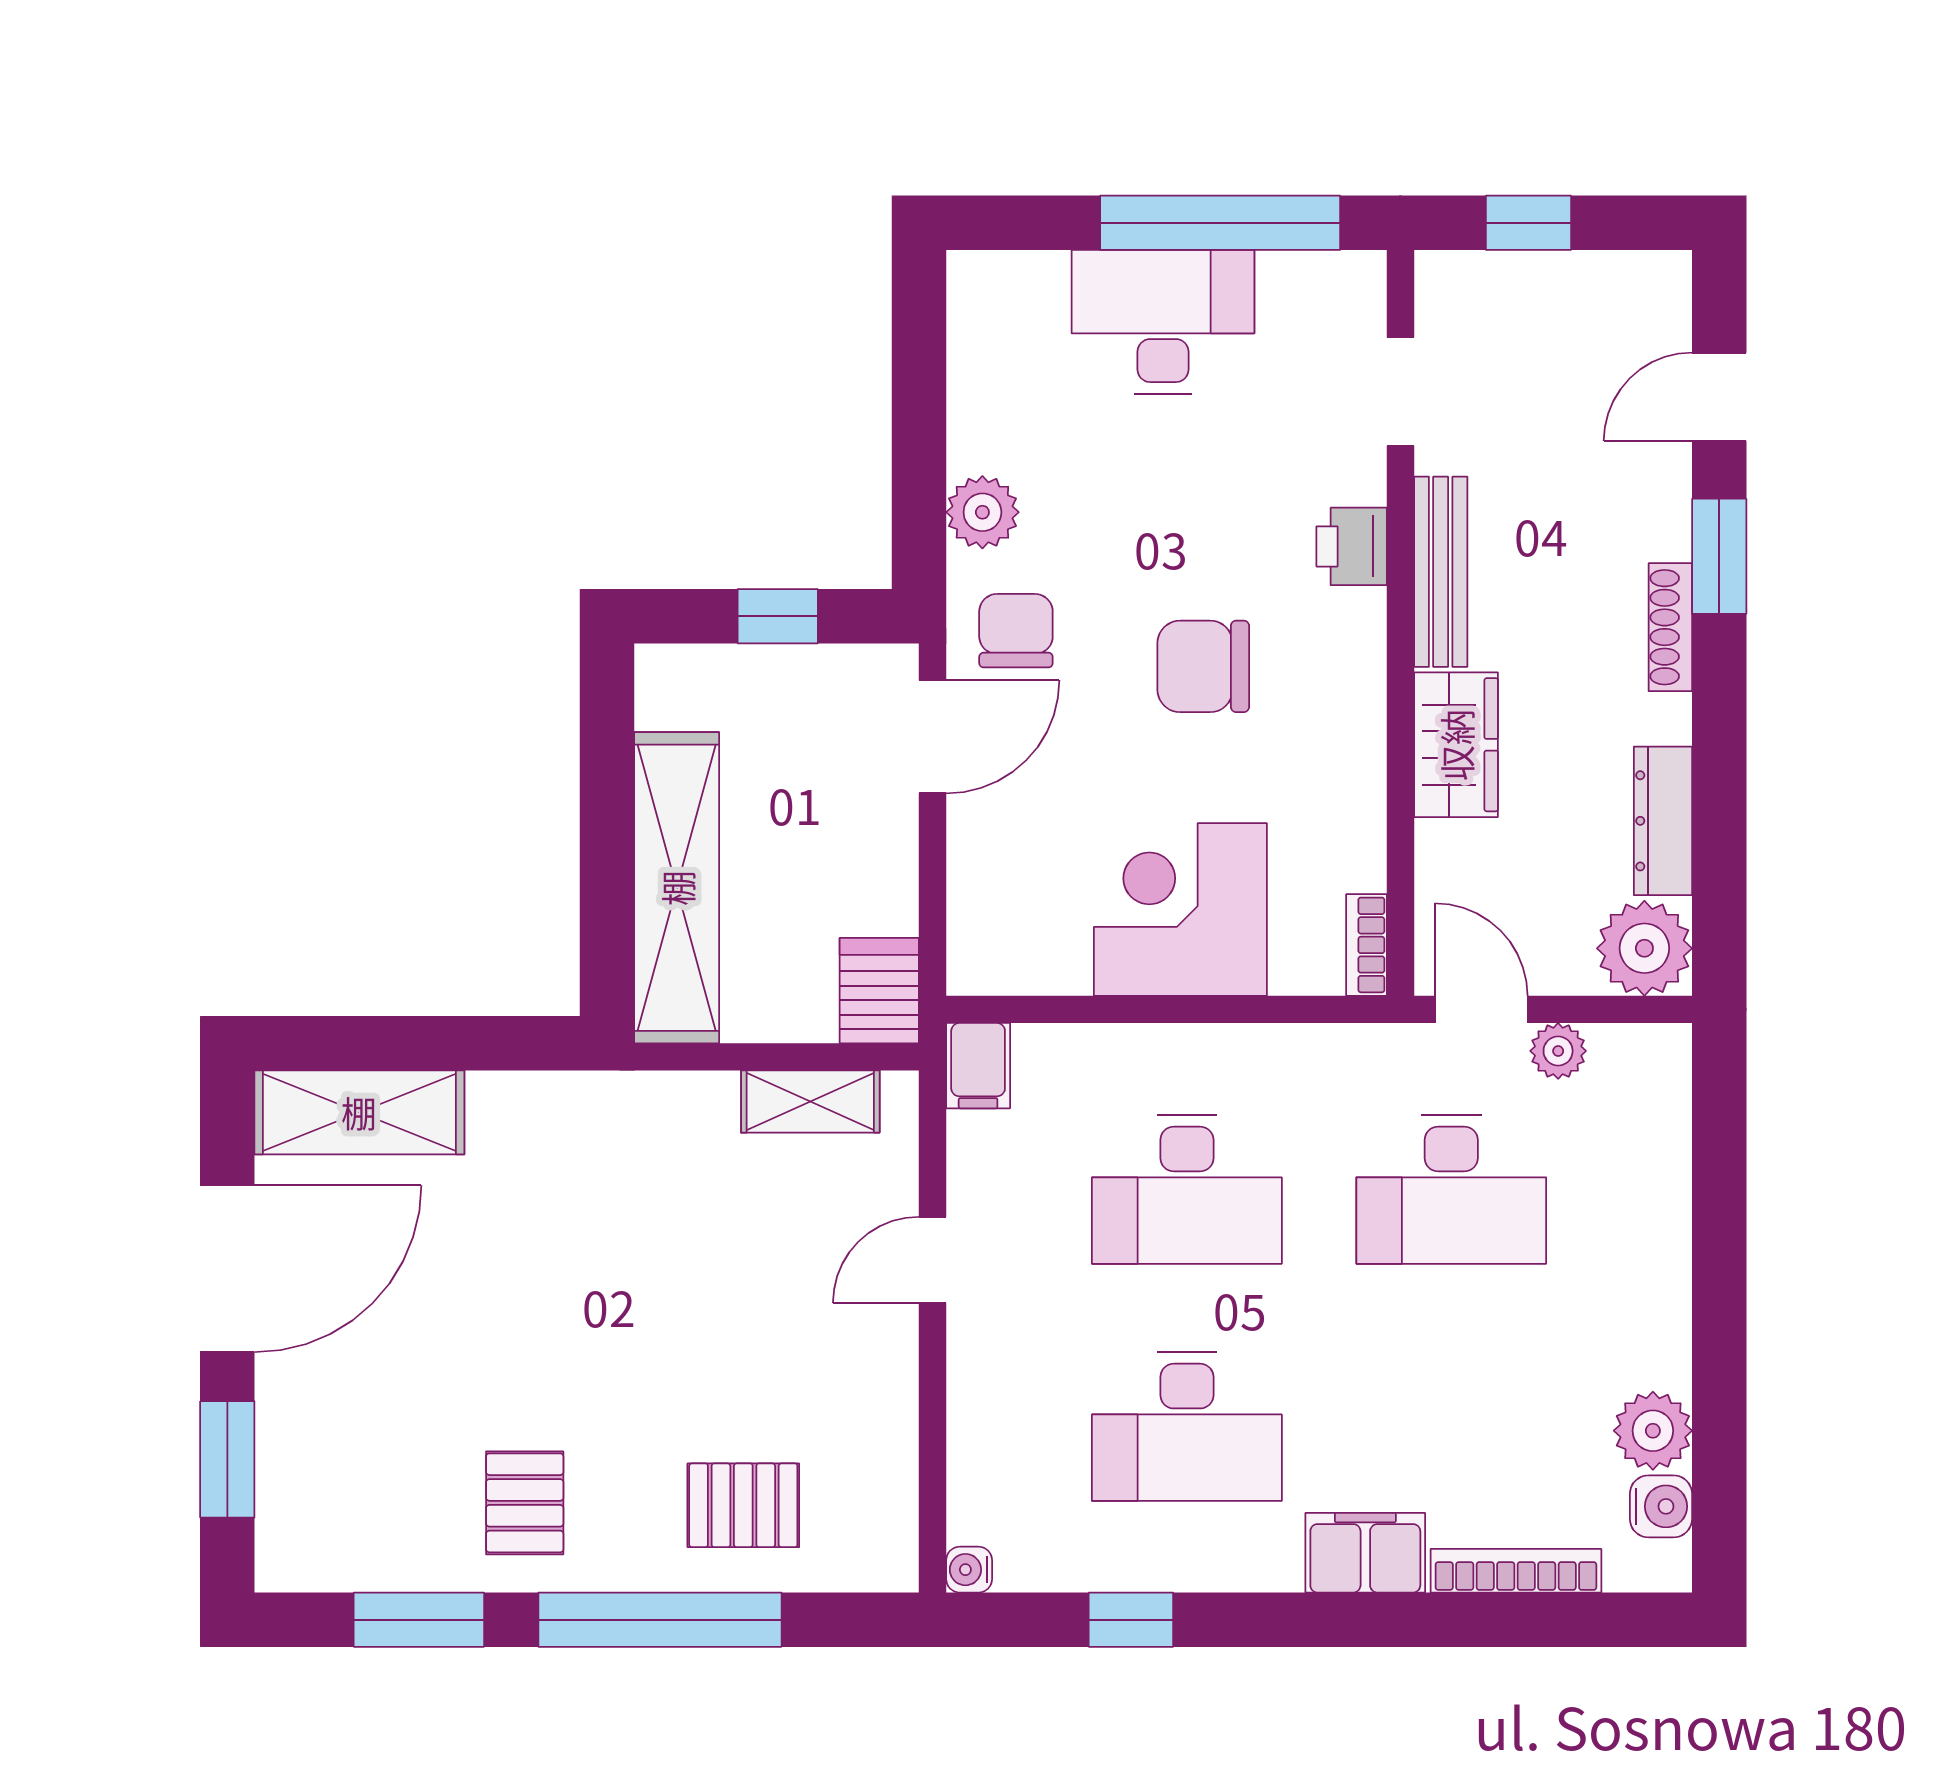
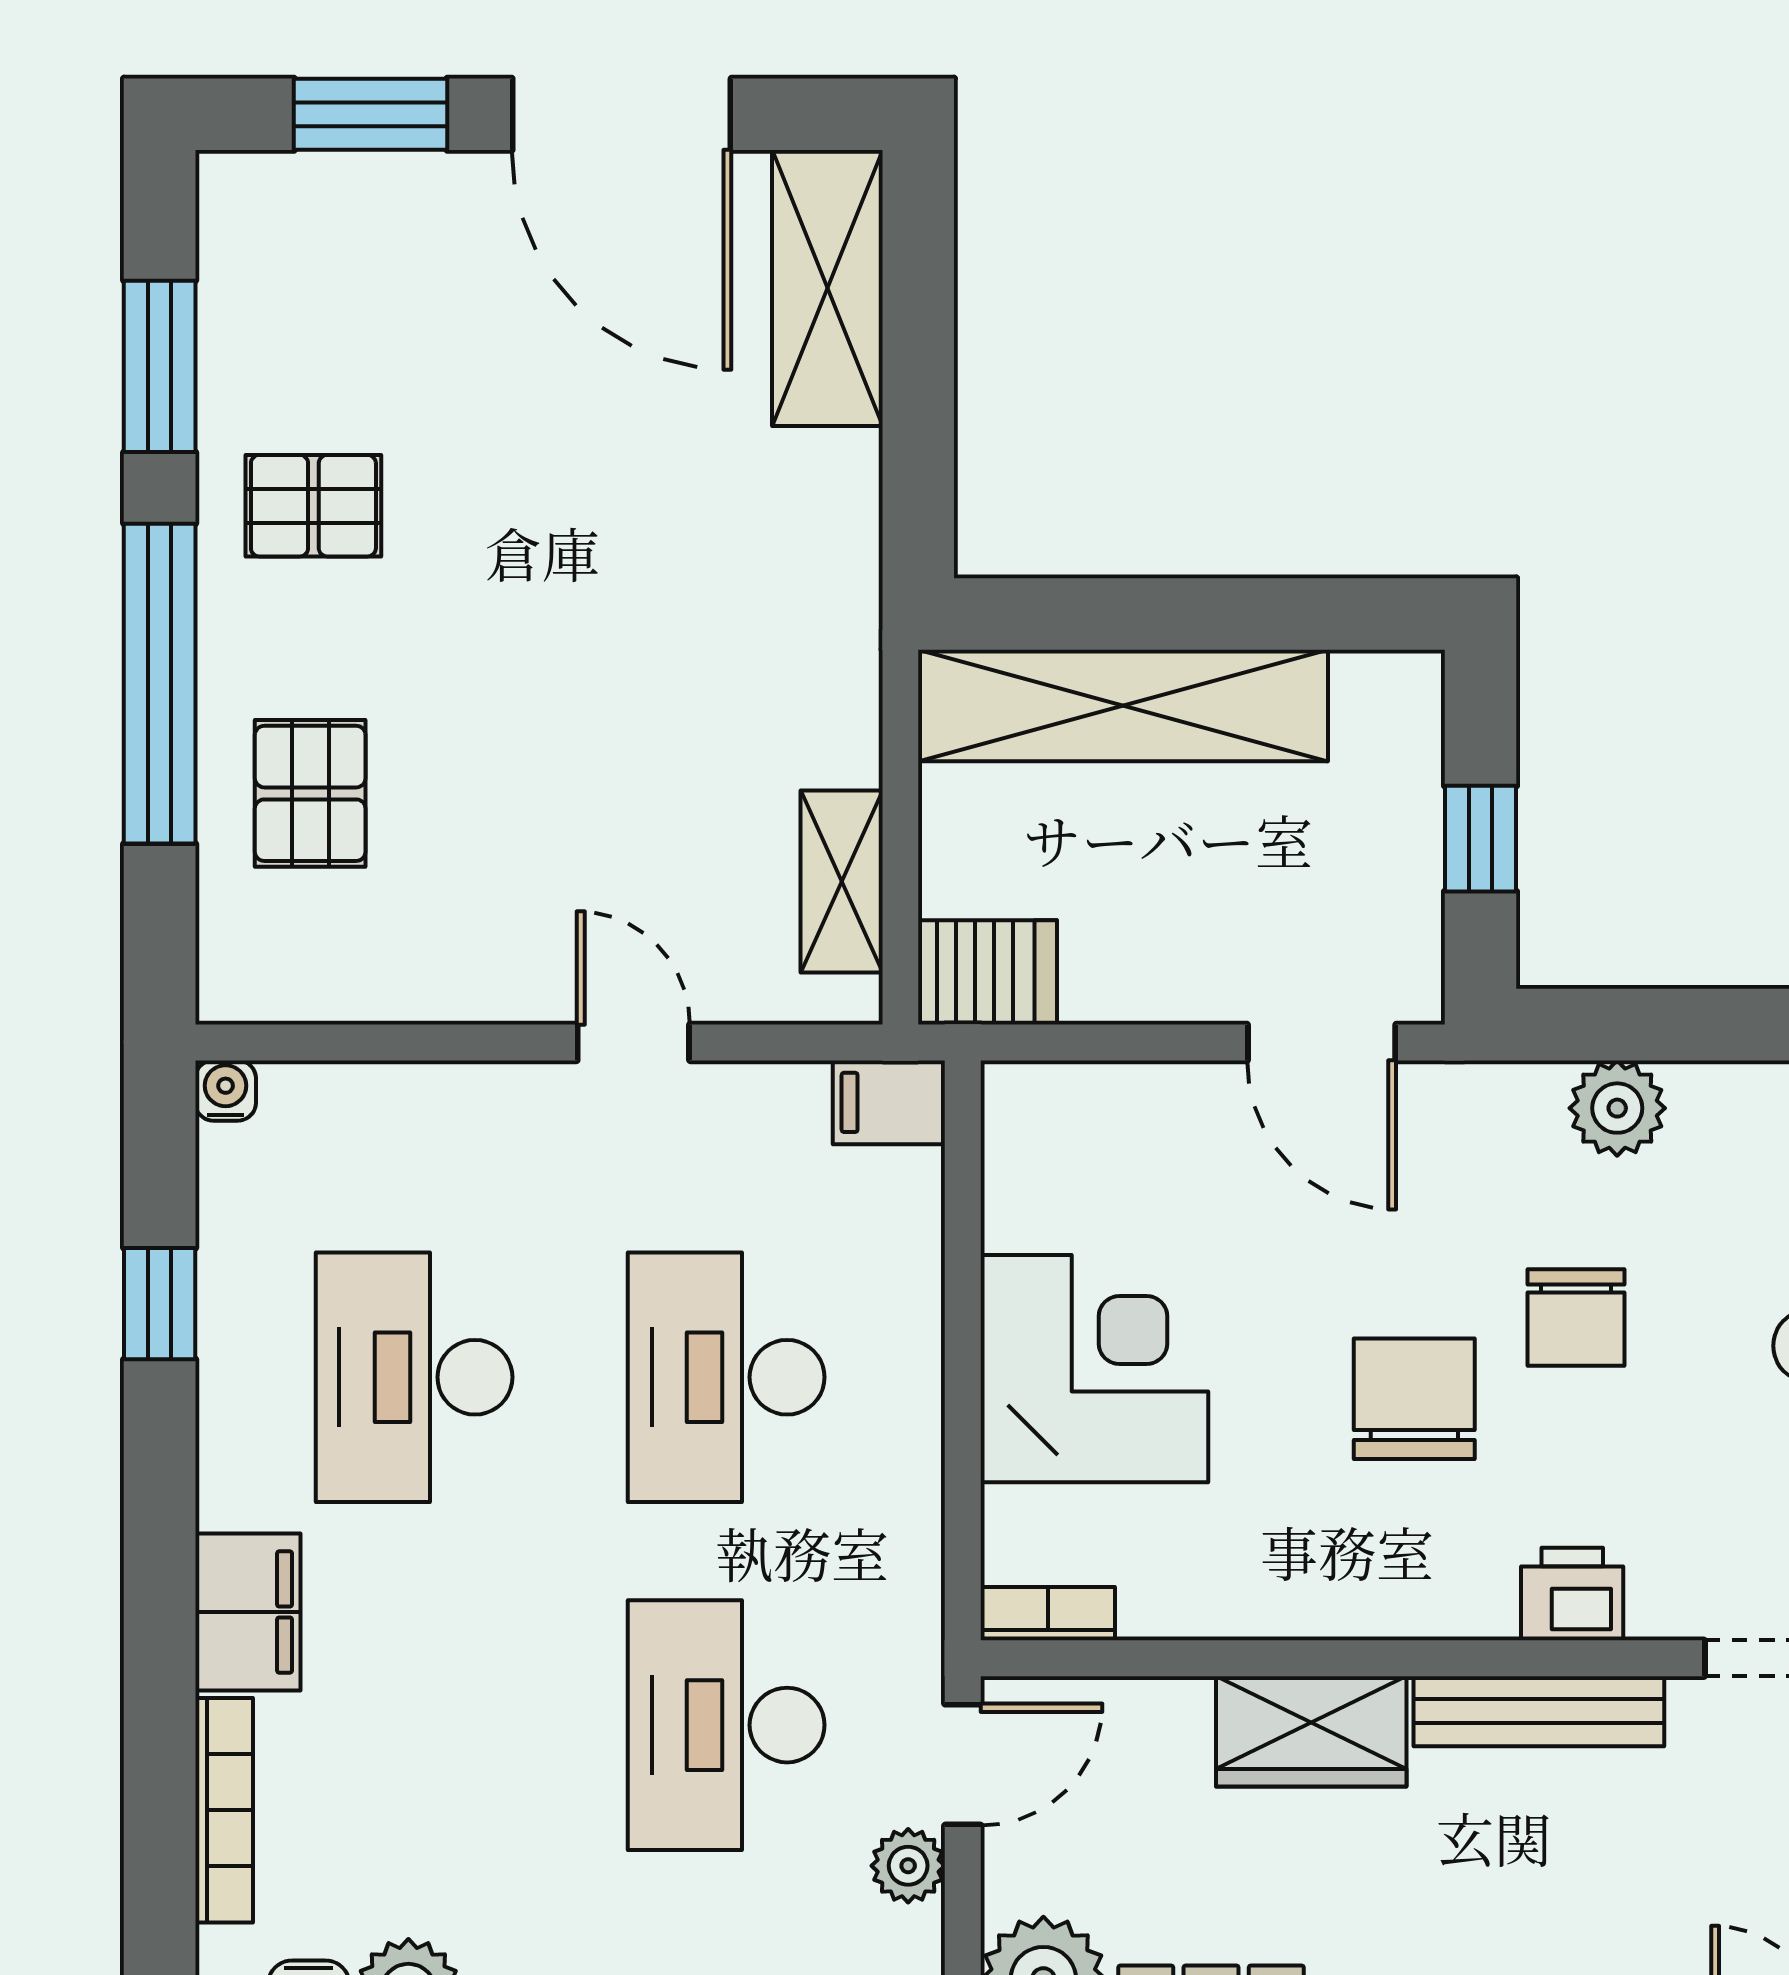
chair: (1016, 631) -> (1576, 1318), moved, turned 90

